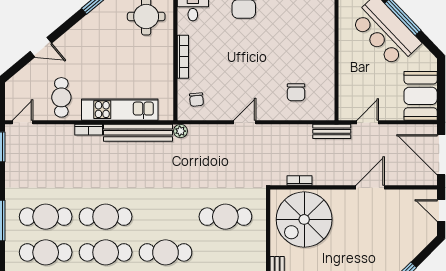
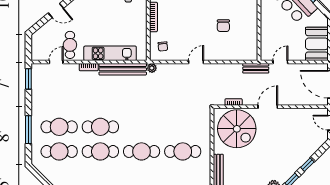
chair: (296, 92) -> (223, 26), moved
door: (23, 122) -> (56, 62), moved
door: (370, 187) -> (268, 107), moved
cafe table: (225, 217) -> (183, 151), moved
spiral stairs: (304, 219) -> (237, 129), turned -90

